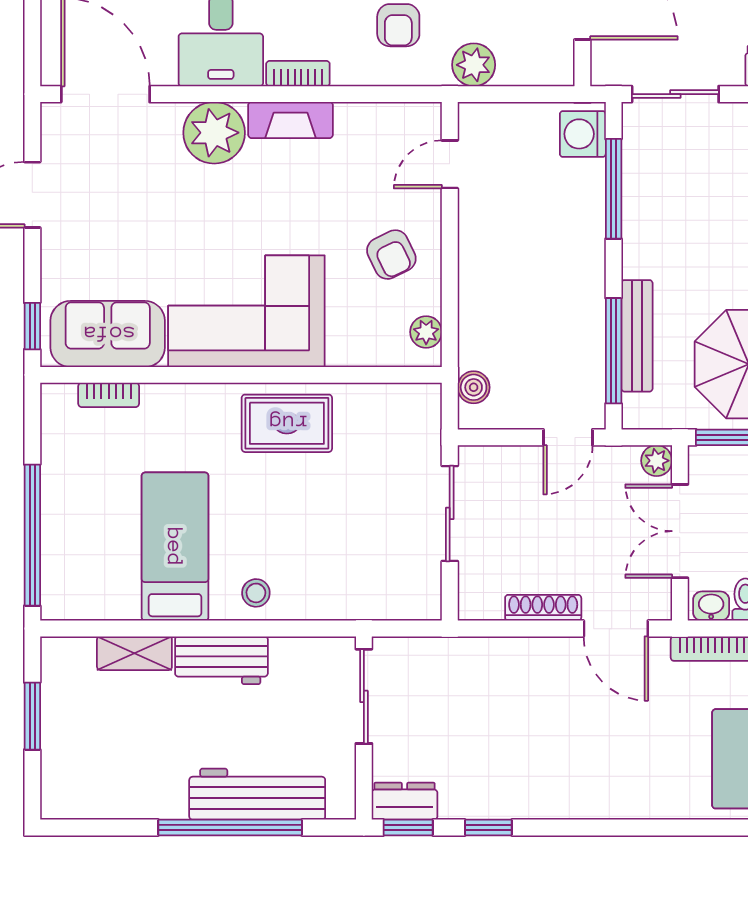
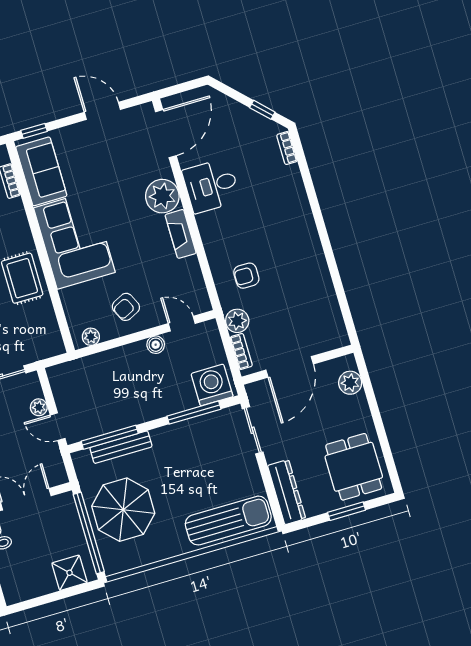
bookcase: (298, 74) -> (241, 352), moved
washing machine: (583, 134) -> (212, 385), width x1.37, depth x1.37
boiler: (474, 387) -> (156, 345), moved
plant: (657, 461) -> (39, 407), moved

